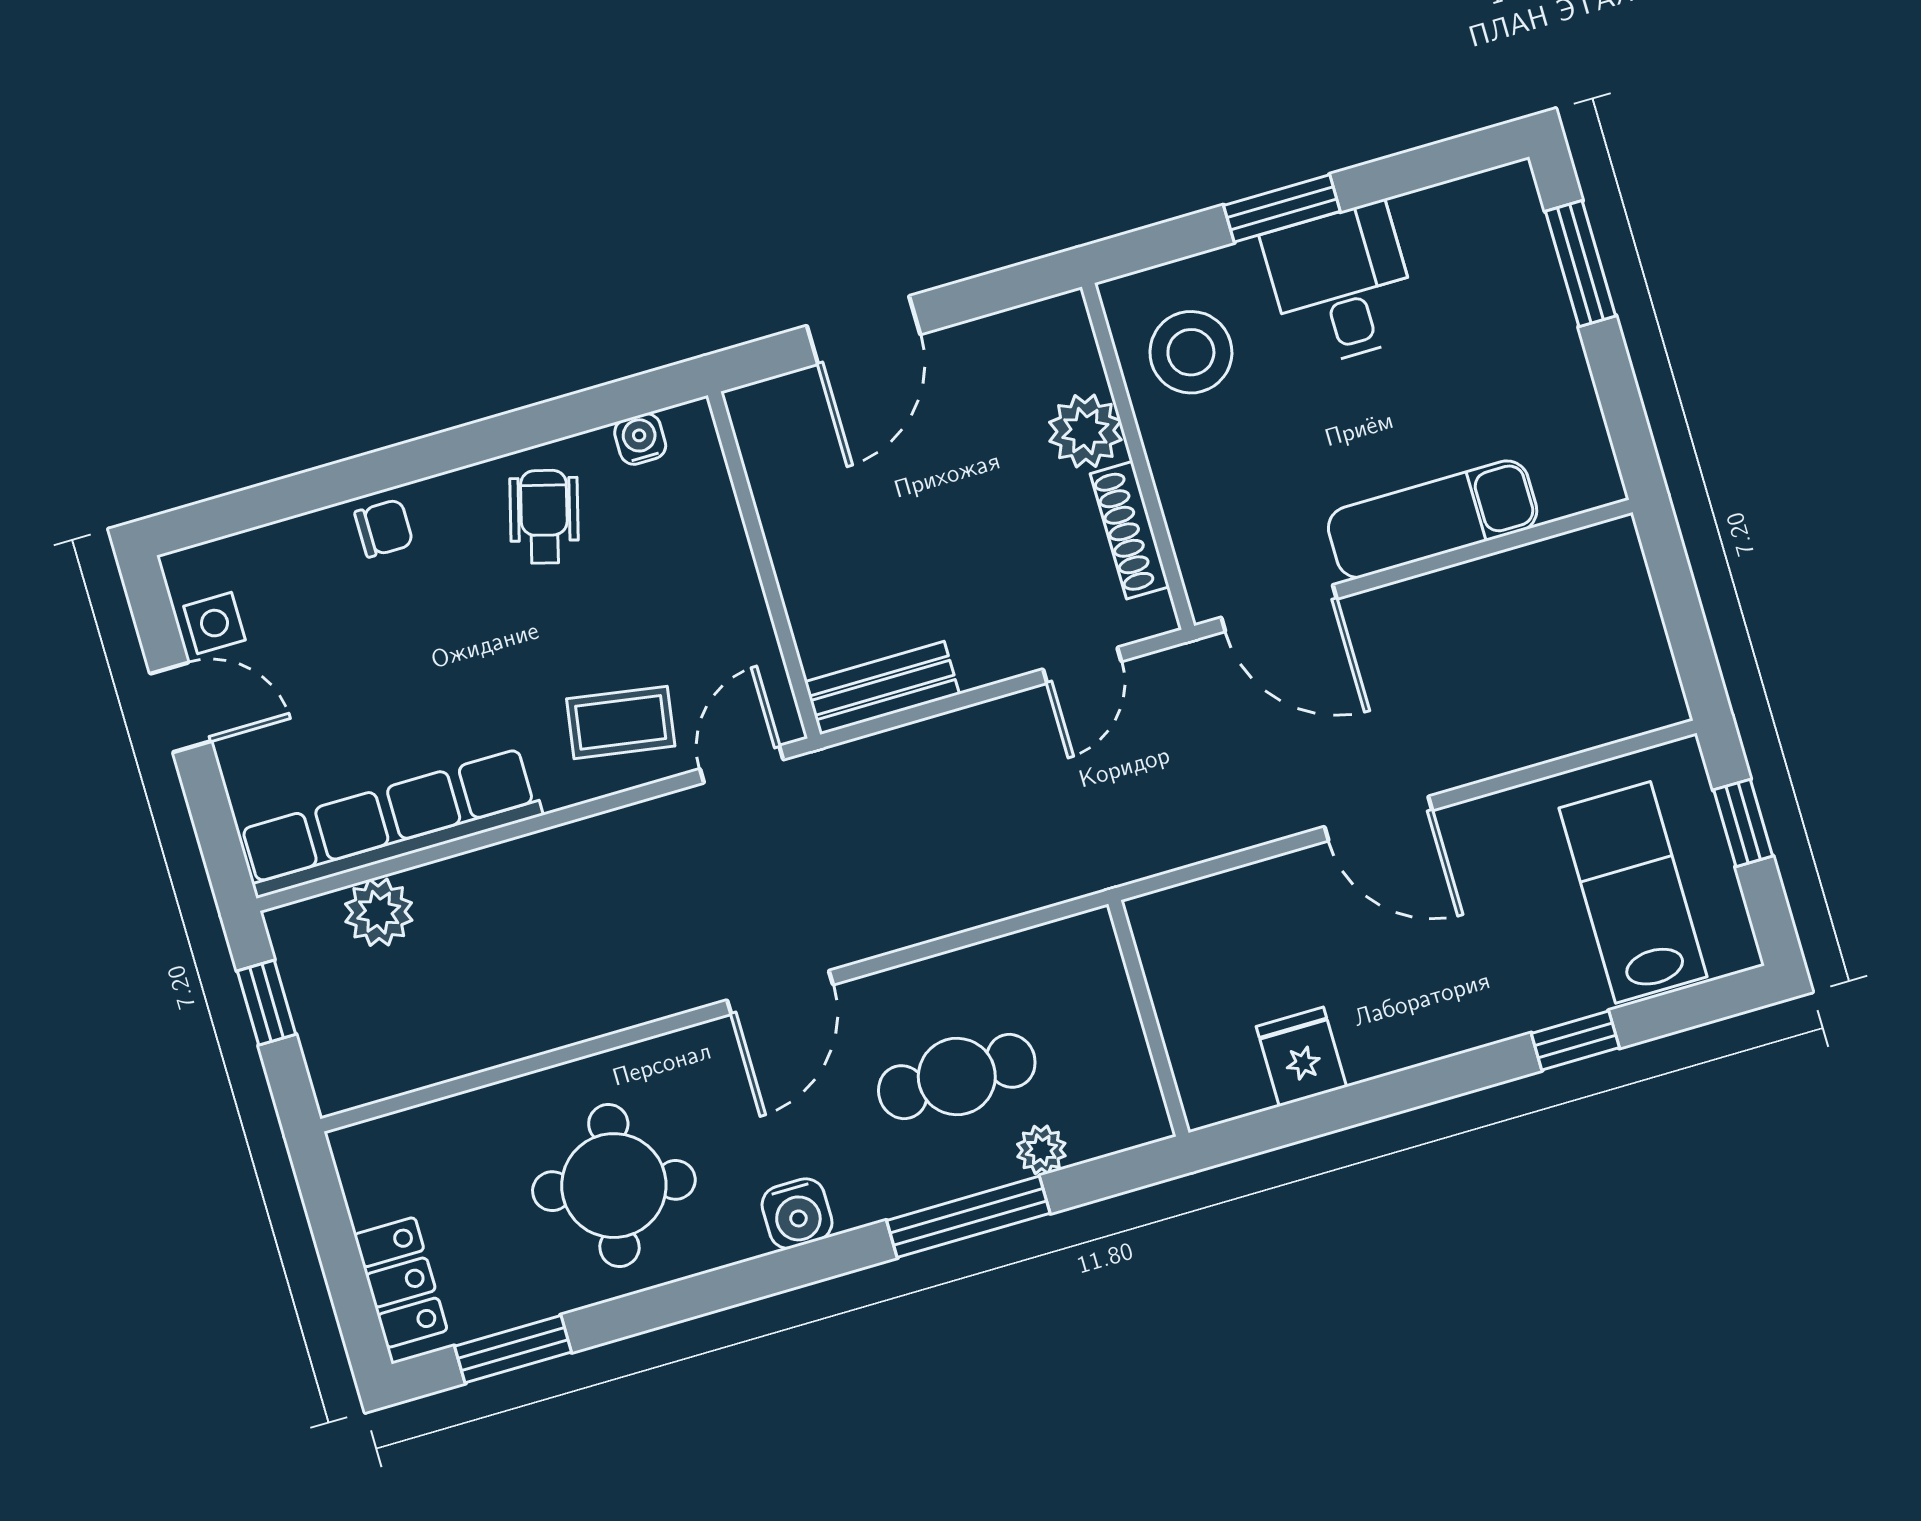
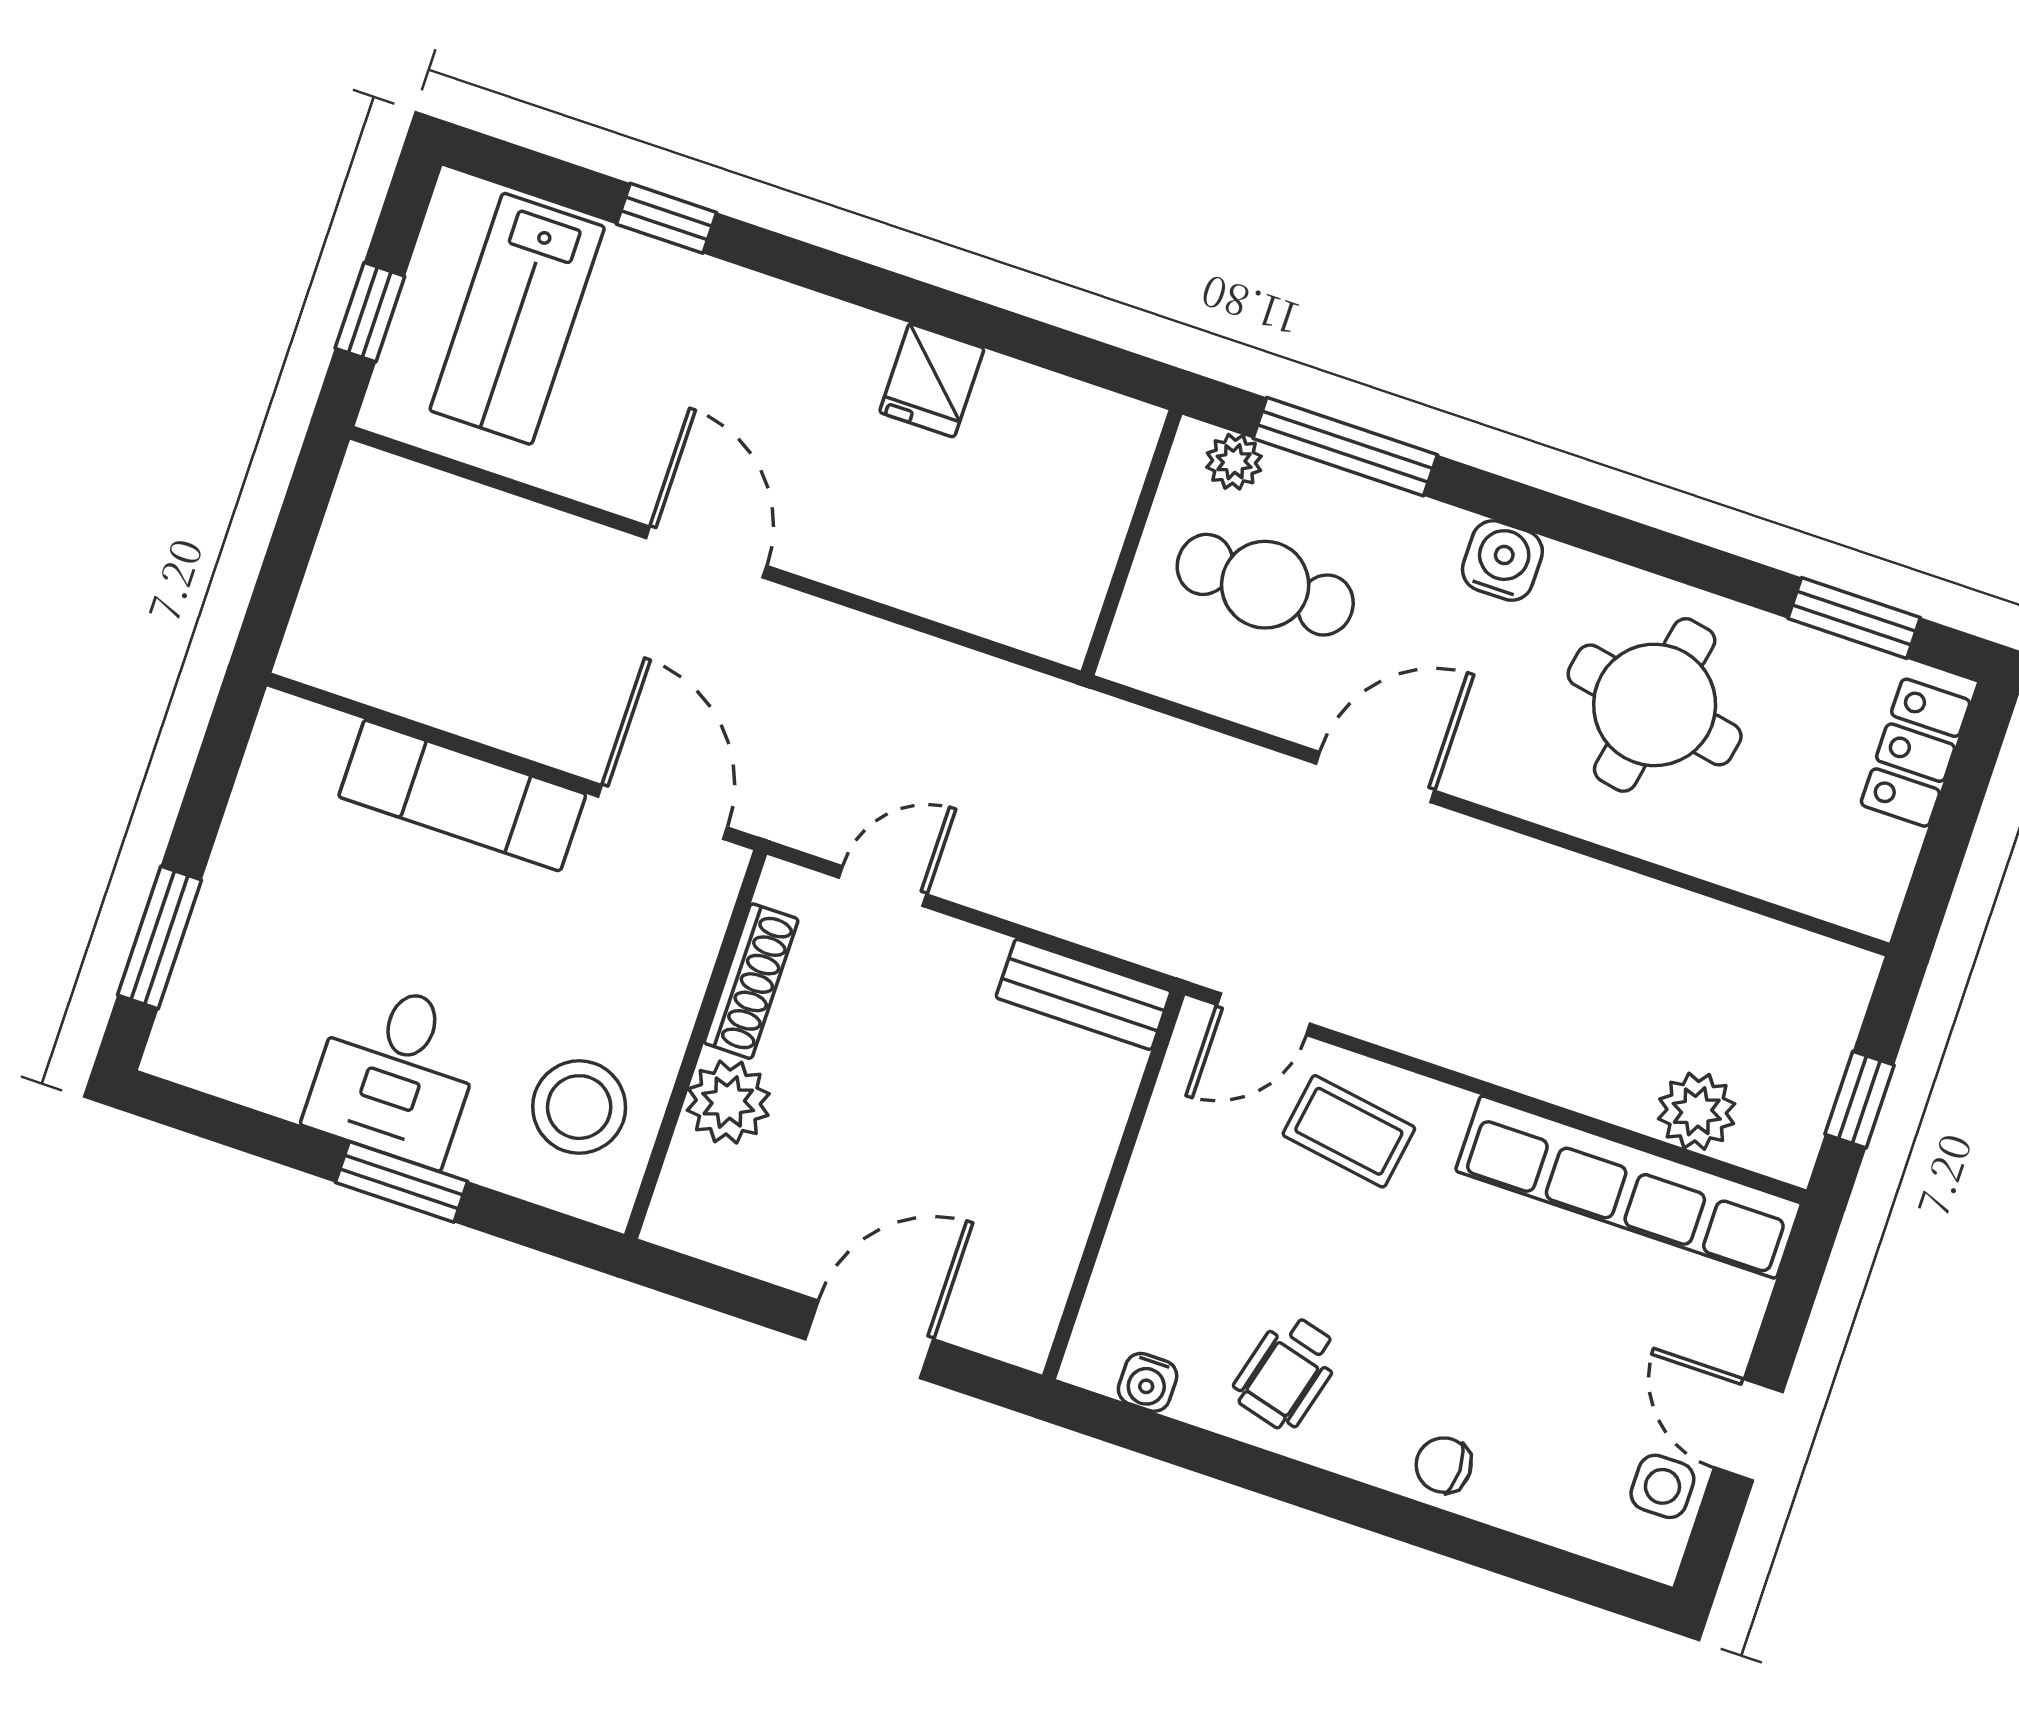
wall: (1148, 1018) -> (1132, 543), moved

